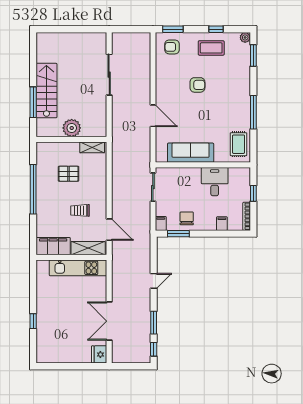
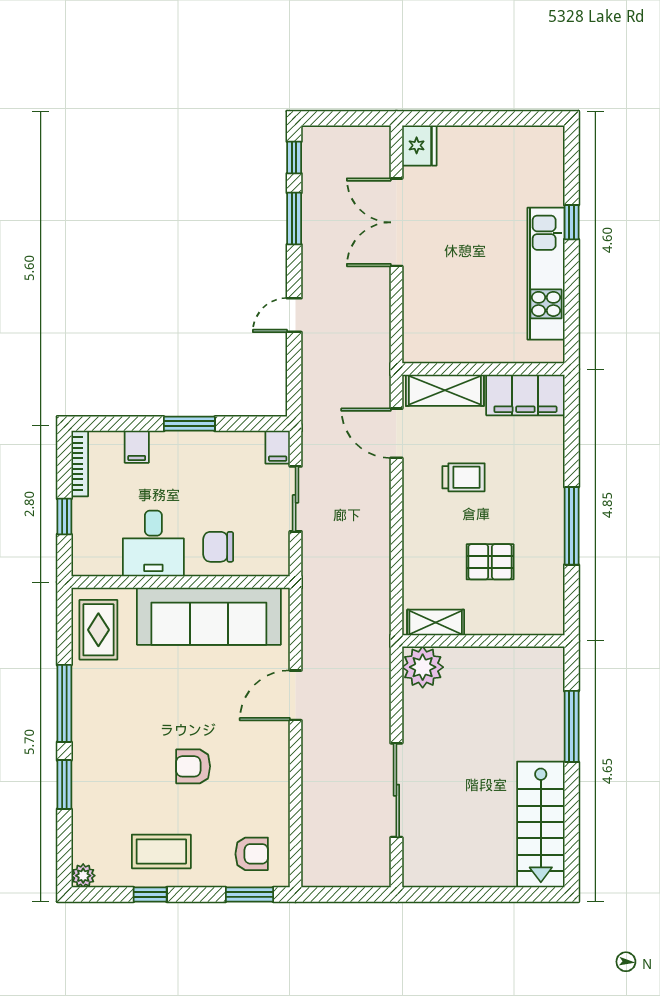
window: (253, 55) -> (64, 785), moved
stairs: (46, 91) -> (541, 825), moved
door: (153, 116) -> (296, 695), hinge flipped
plant: (72, 128) -> (423, 667), moved
sofa: (191, 153) -> (209, 616), width x1.36, depth x1.27
sliding door: (153, 187) -> (296, 499), moved
window: (33, 189) -> (572, 526), width x0.68
chair: (187, 218) -> (218, 547), moved, turned 90
window: (178, 234) -> (189, 424), moved
kitchen unit: (78, 268) -> (546, 274), moved, turned -90
double door: (109, 321) -> (396, 222), swing flipped

